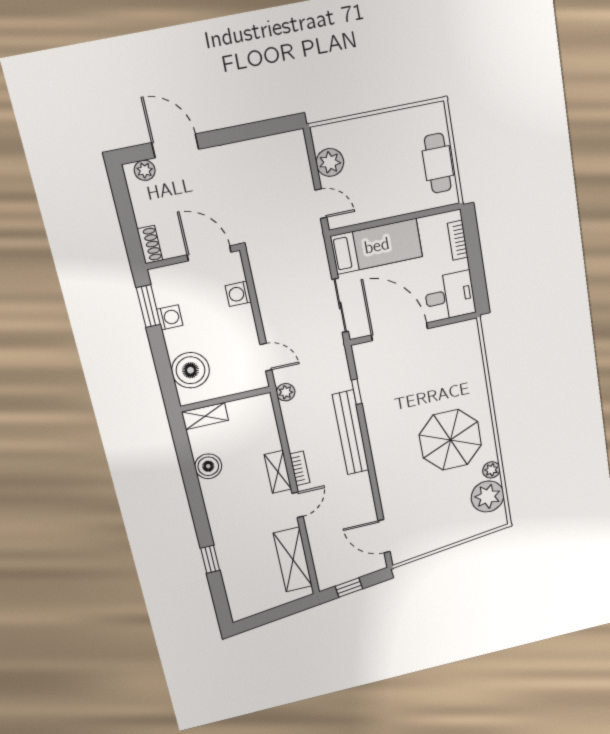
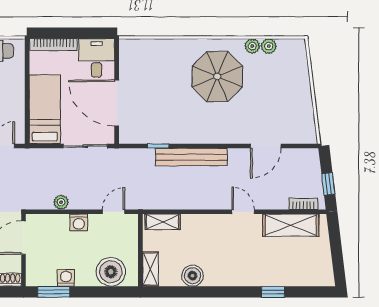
bookcase: (458, 240) -> (53, 45), width x1.56
washing machine: (238, 294) -> (79, 223), moved
door: (399, 332) -> (117, 103), hinge flipped
plant: (286, 392) -> (61, 202), moved
bookcase: (300, 468) -> (304, 204), moved
shelving: (278, 472) -> (163, 222), moved
plant: (488, 497) -> (269, 46), width x0.53, depth x0.53
door: (384, 536) -> (266, 146), moved

